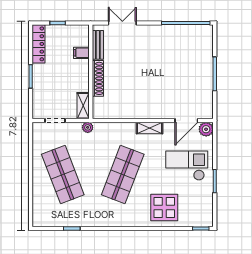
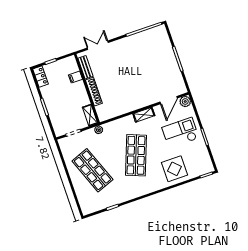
locker: (39, 44) -> (40, 77), width x0.66

